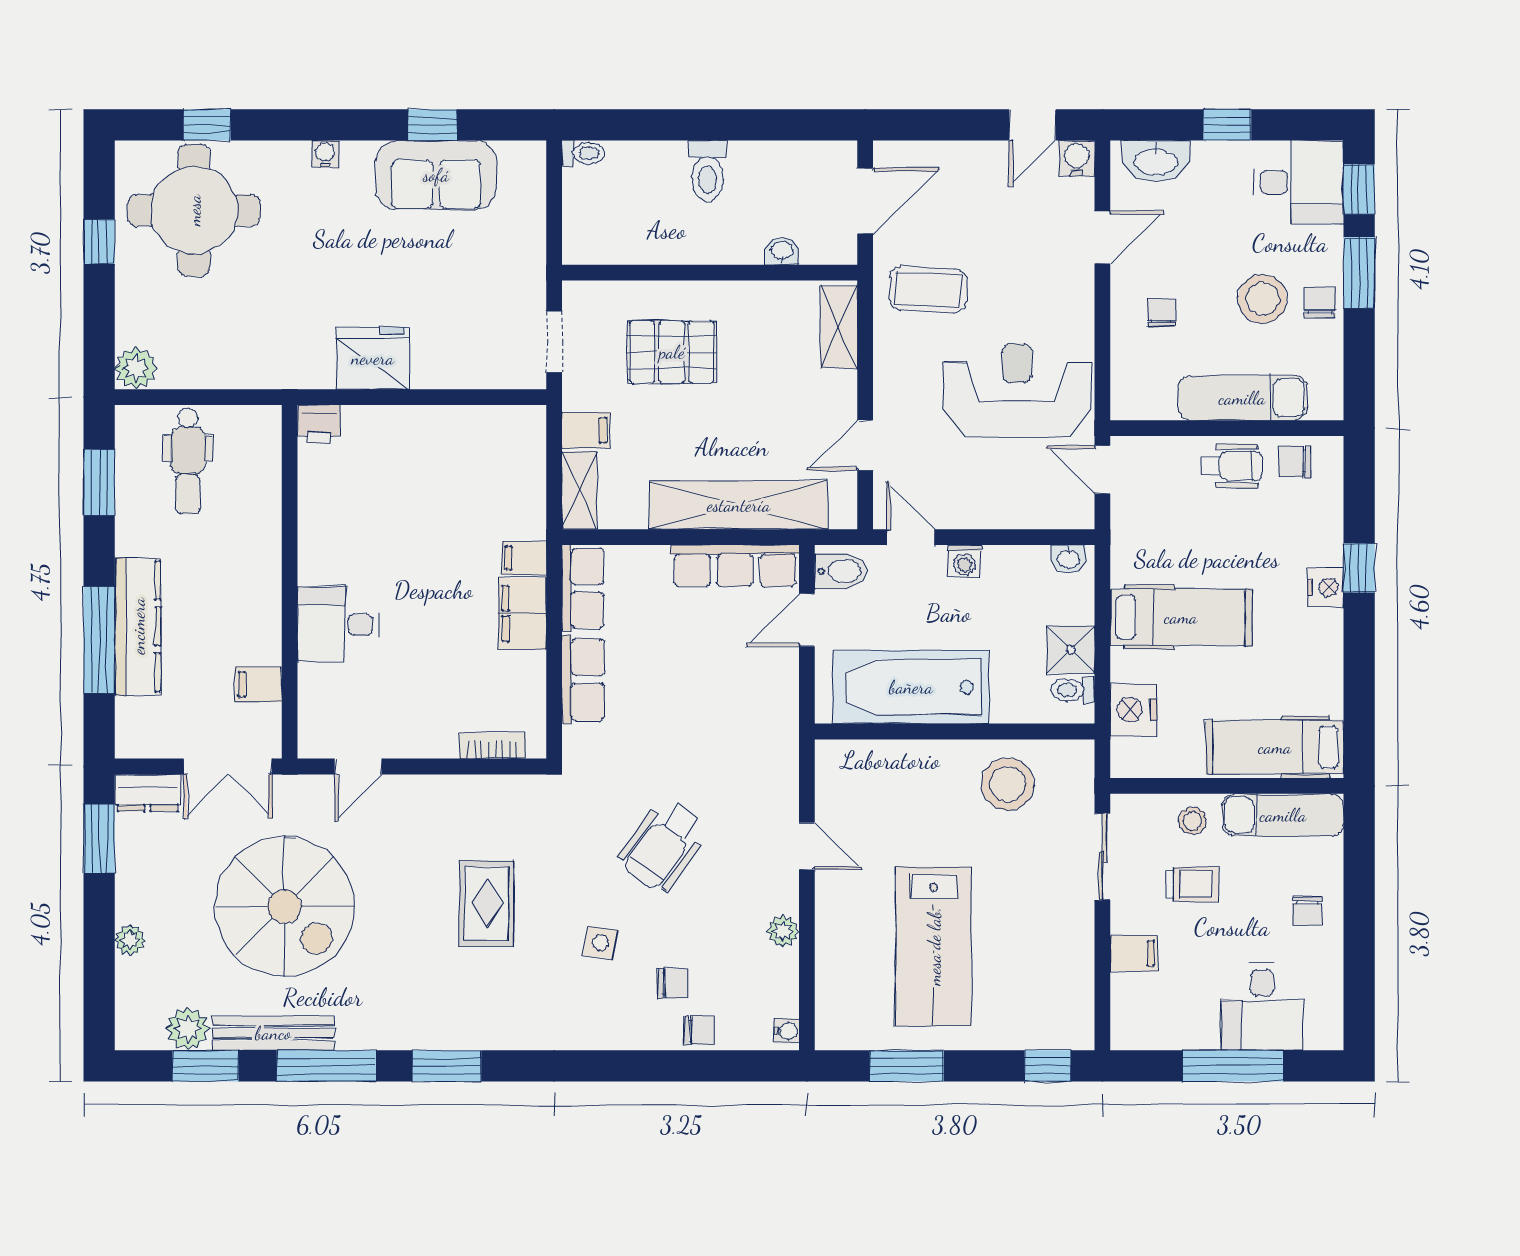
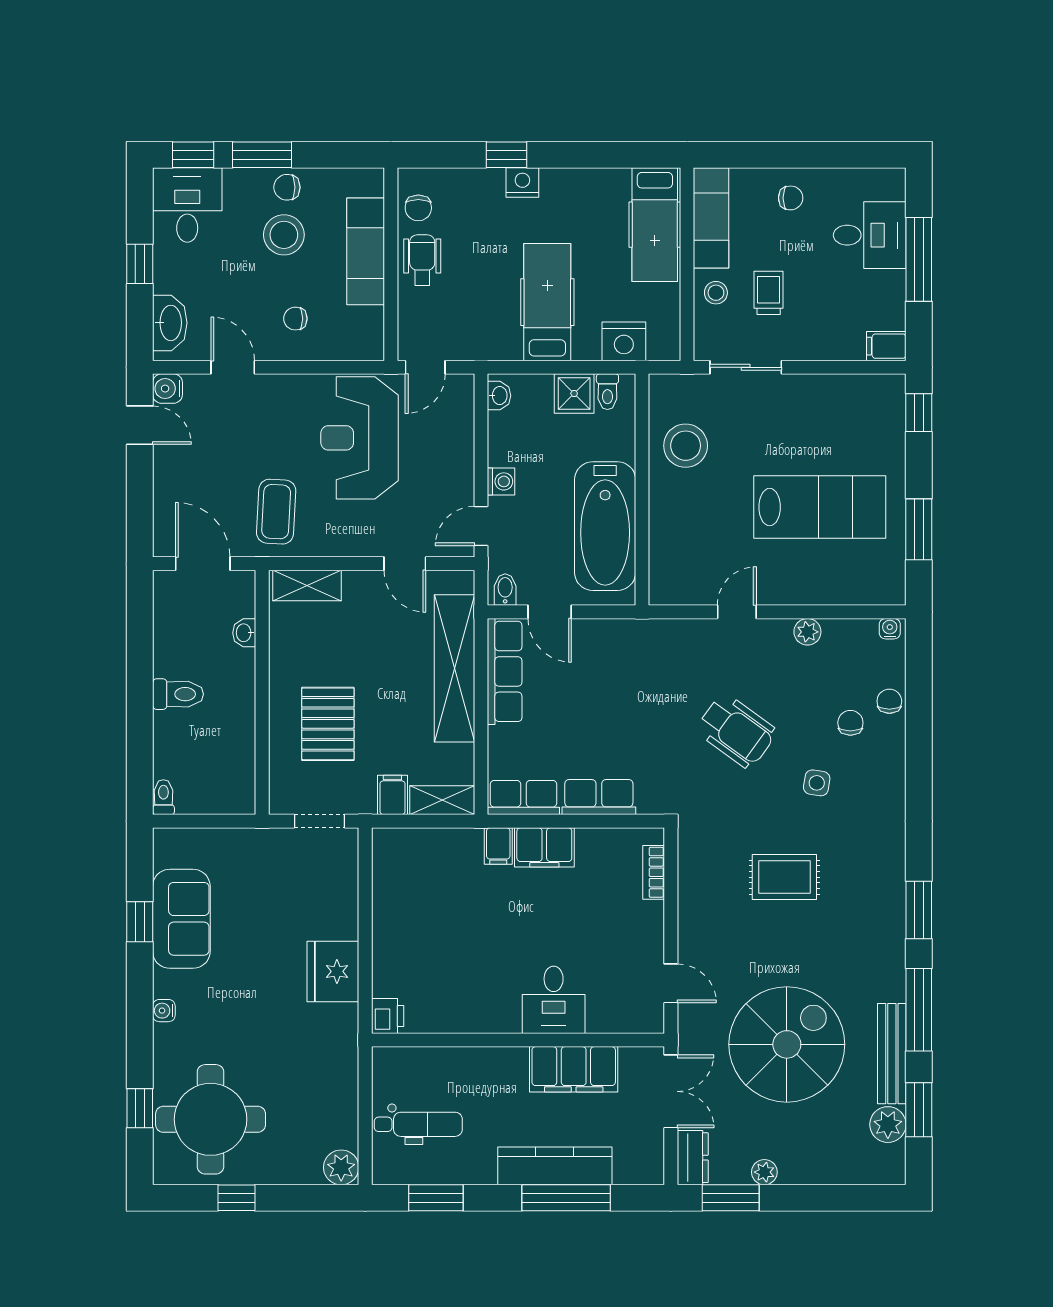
bidet: (841, 571) -> (505, 590), width x0.72, depth x0.74
filing cabinet: (258, 684) -> (574, 1069), width x3.00, depth x1.17
plant: (130, 940) -> (764, 1172), moved
filing cabinet: (1134, 953) -> (886, 346), moved, turned -90

